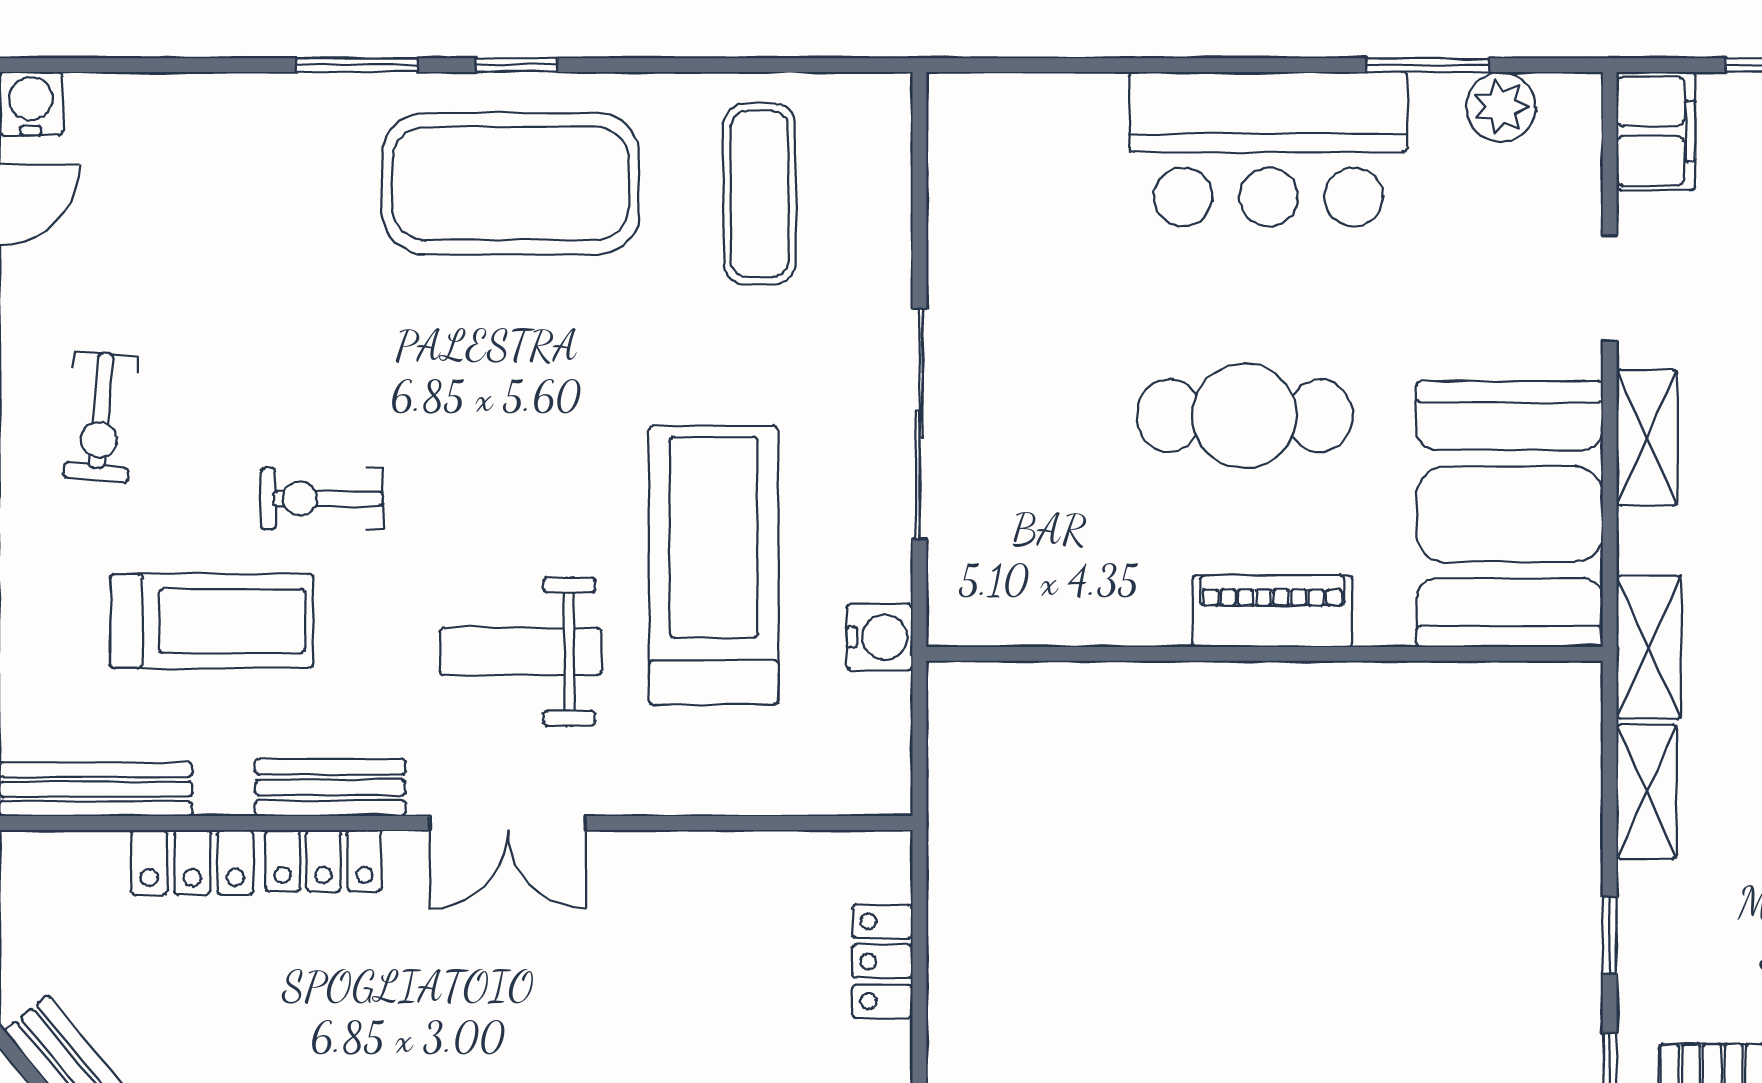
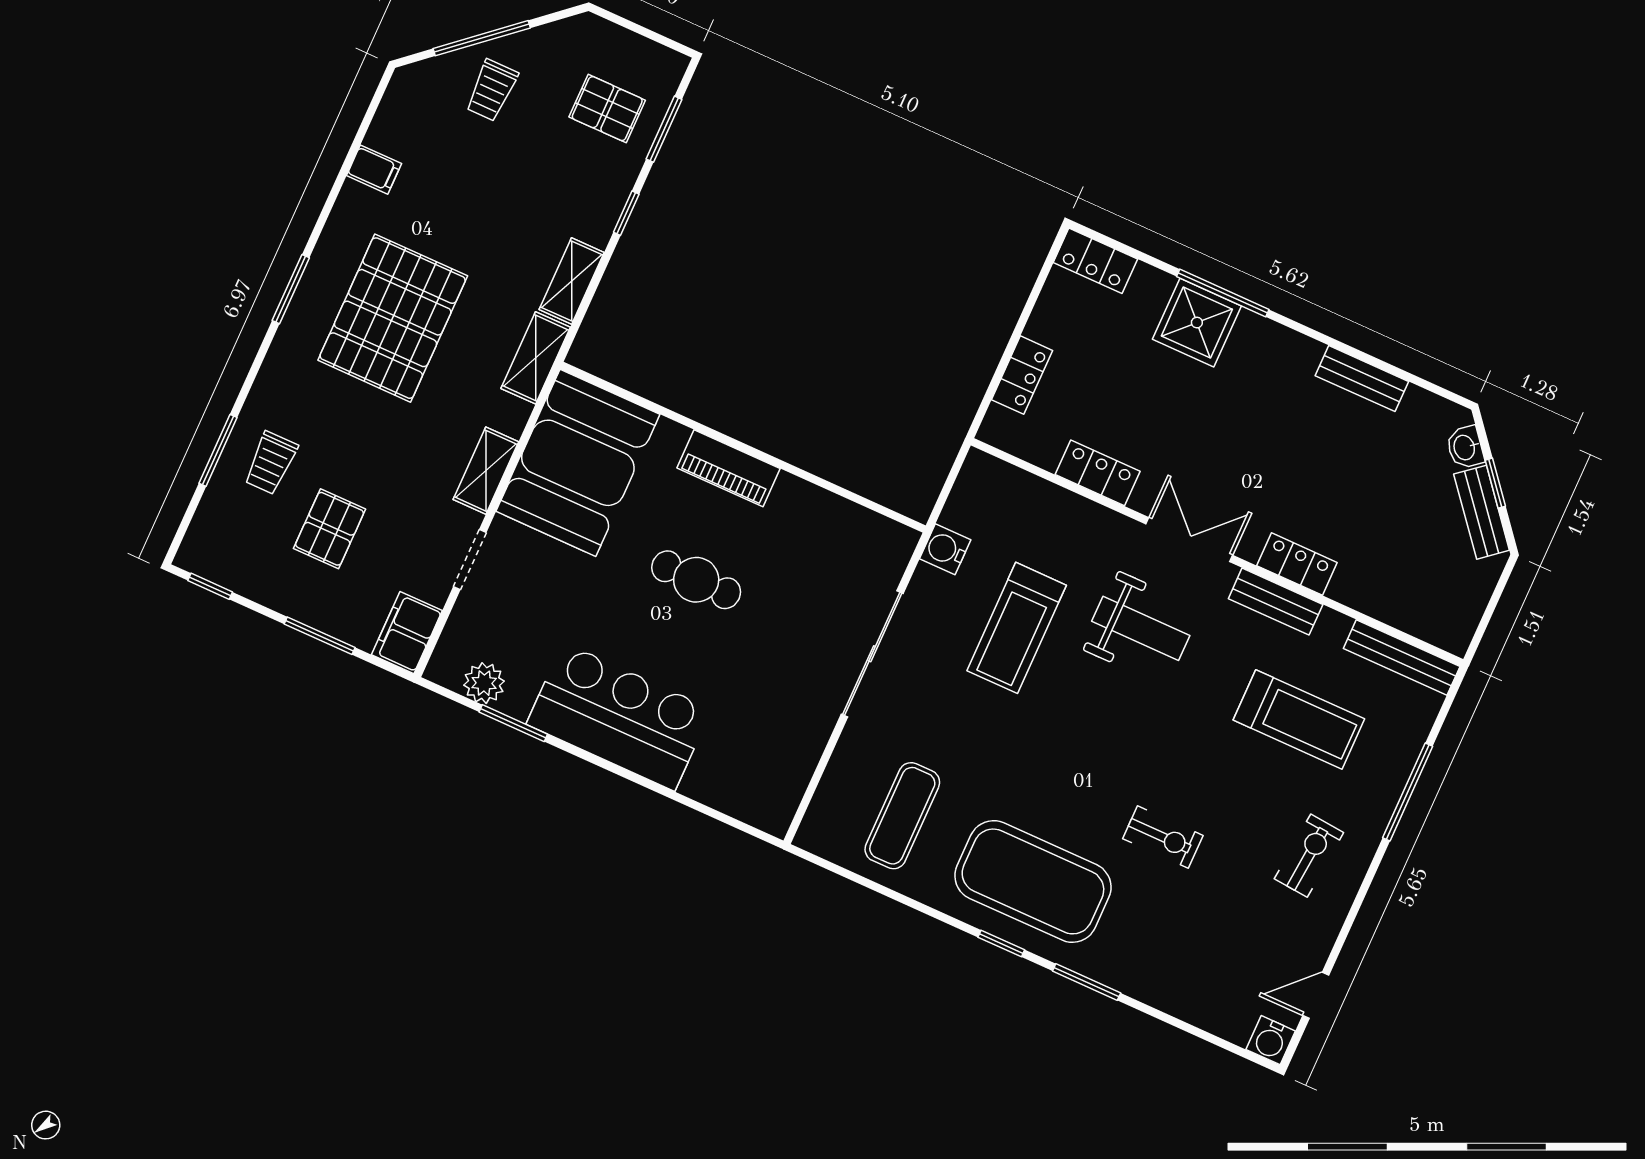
cafe table: (1244, 416) -> (696, 580), width x0.73, depth x0.74
exercise bike: (322, 499) -> (1163, 837), moved
treadmill: (714, 565) -> (1017, 628), width x0.73, depth x0.73
treadmill: (212, 621) -> (1299, 719), turned 180
locker: (192, 862) -> (1098, 473), moved

